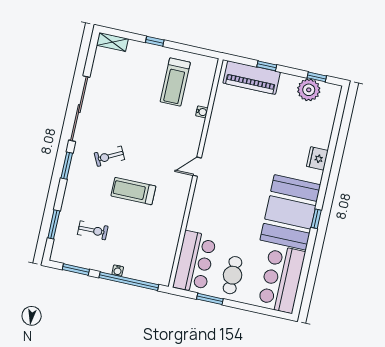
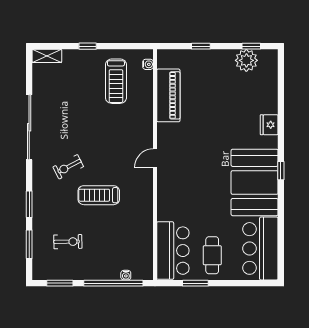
piano: (252, 78) -> (168, 95), moved, turned -90
water cooler: (202, 112) -> (148, 64), moved
window: (67, 166) -> (29, 204), moved
window: (316, 219) -> (281, 171), moved
water cooler: (118, 270) -> (126, 275), moved

